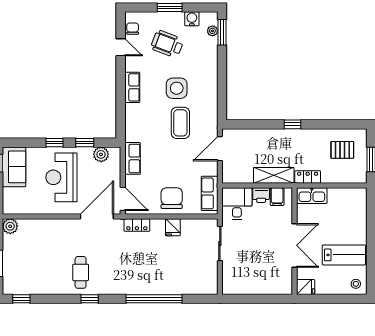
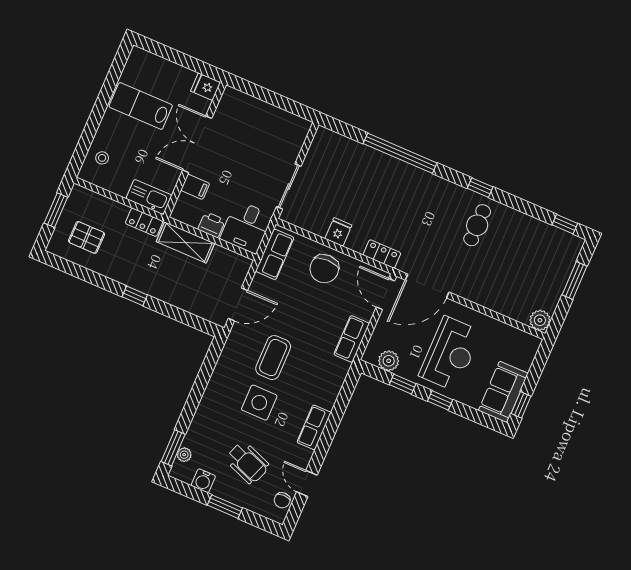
filing cabinet: (277, 197) -> (195, 187), moved, turned 90
stool: (356, 284) -> (102, 158), moved

